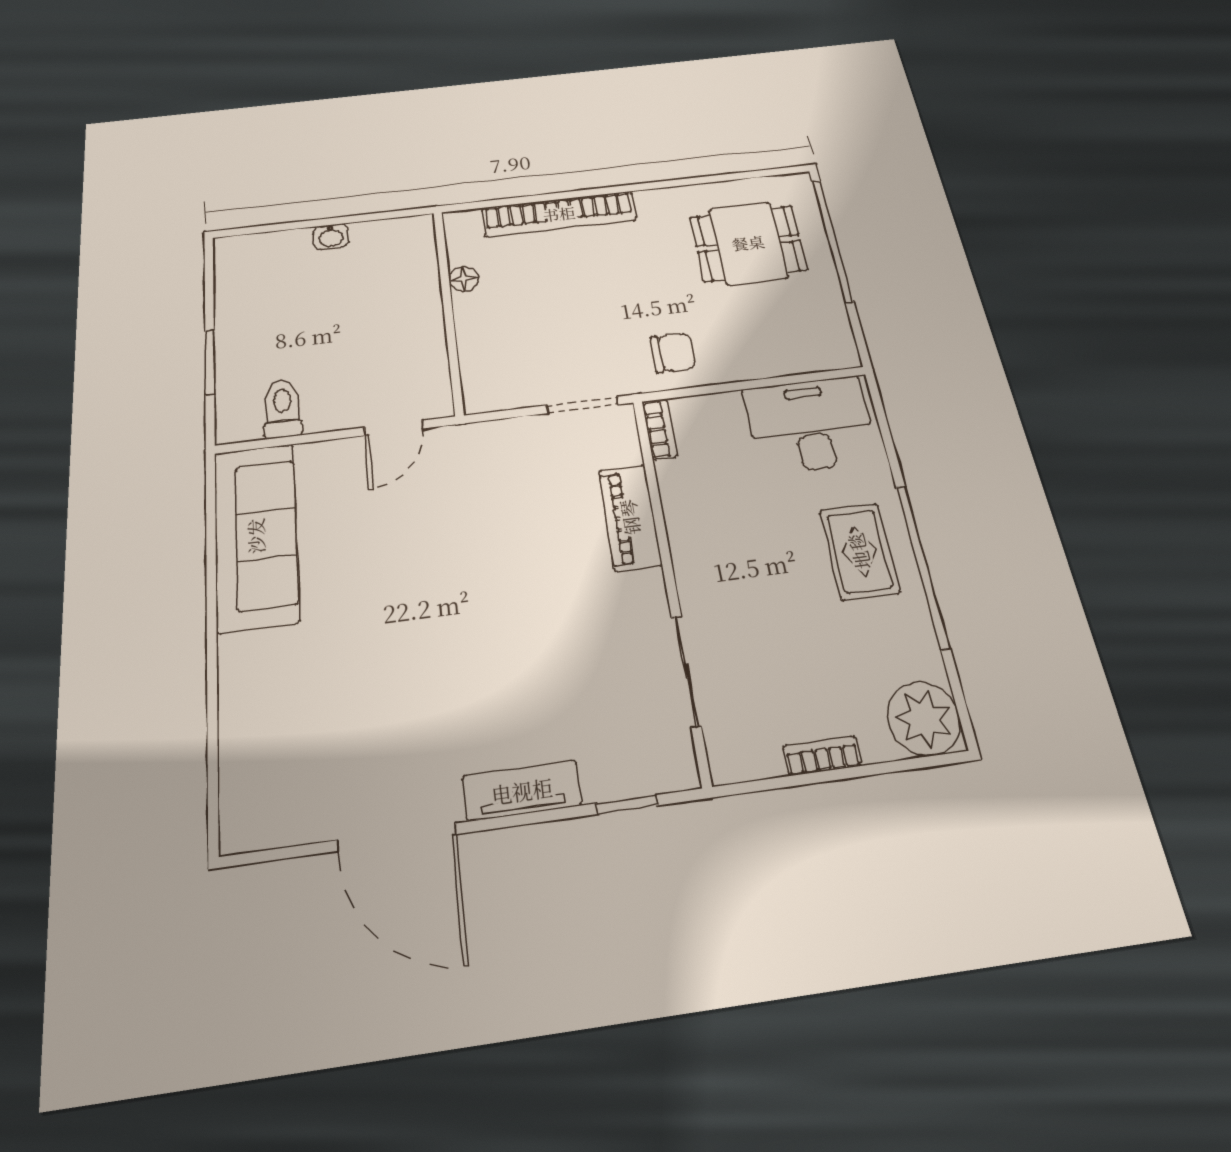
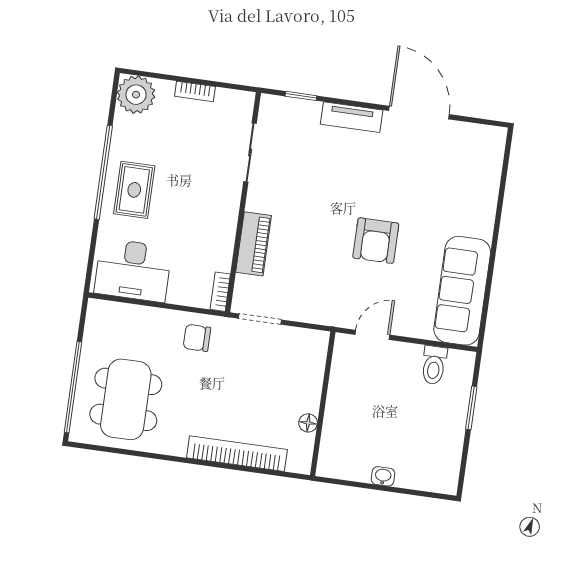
dining table: (748, 243) -> (126, 399), width x1.38
armchair: (423, 579) -> (376, 241), added

